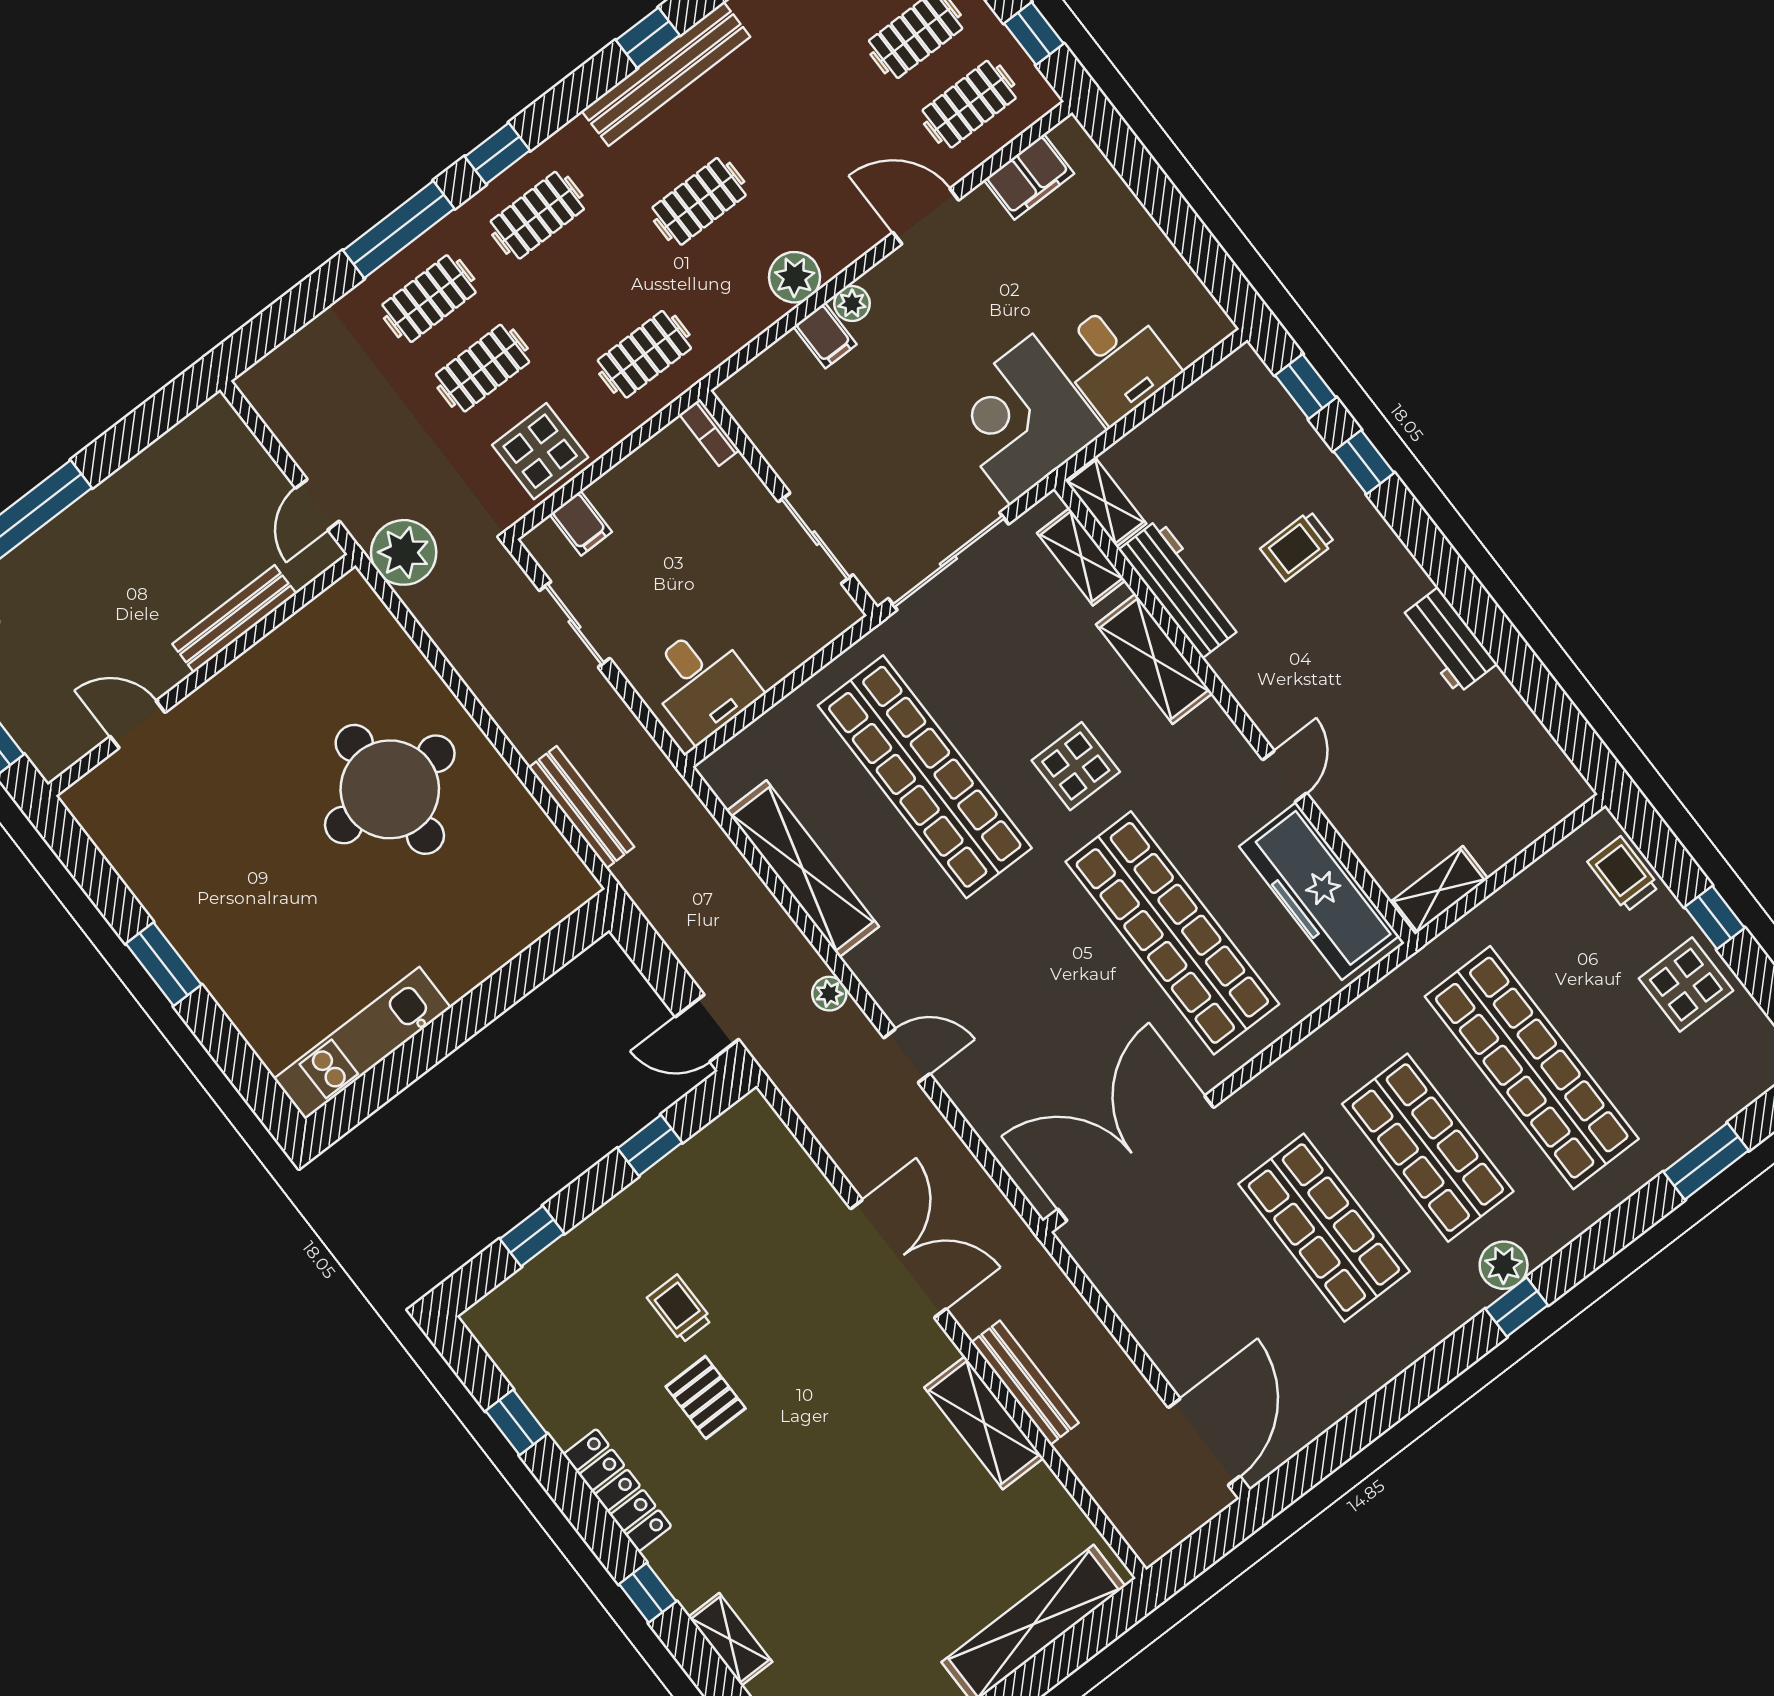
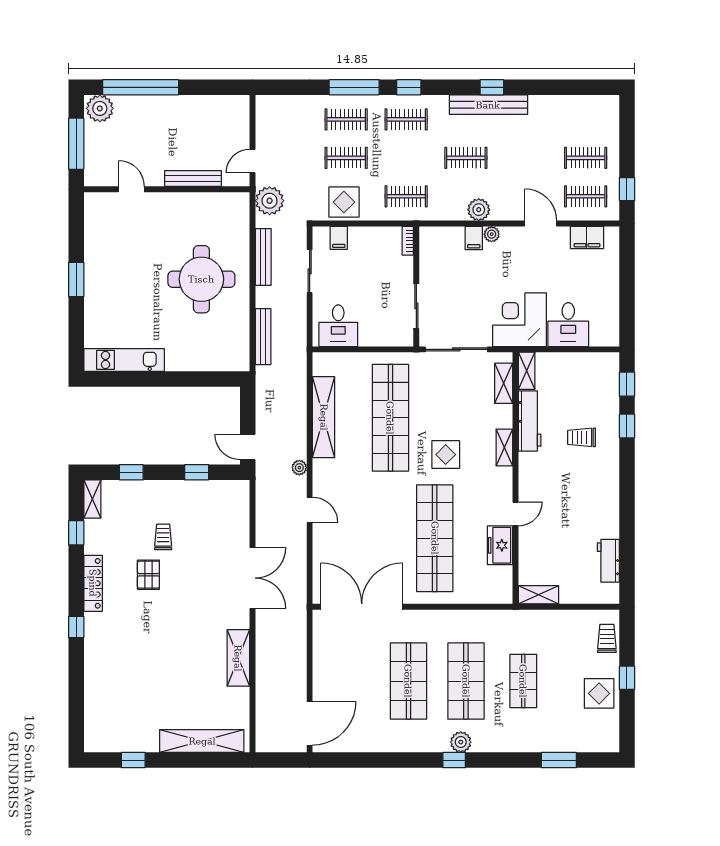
workbench: (1448, 641) -> (608, 561), moved
shelving: (1154, 659) -> (504, 447), width x0.67, depth x0.75
freezer: (1319, 891) -> (500, 545), width x0.52, depth x0.79
shop shelf: (1532, 1068) -> (523, 681), width x0.50, depth x0.74
bench: (1025, 1383) -> (263, 257), moved
shelving: (730, 1639) -> (92, 499), moved

